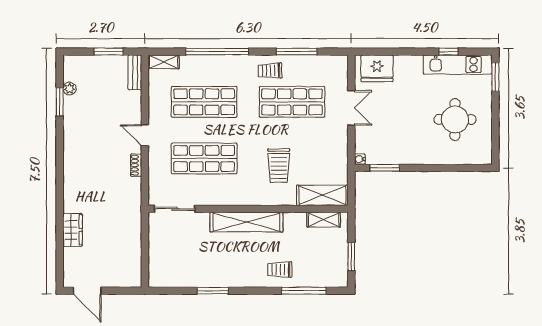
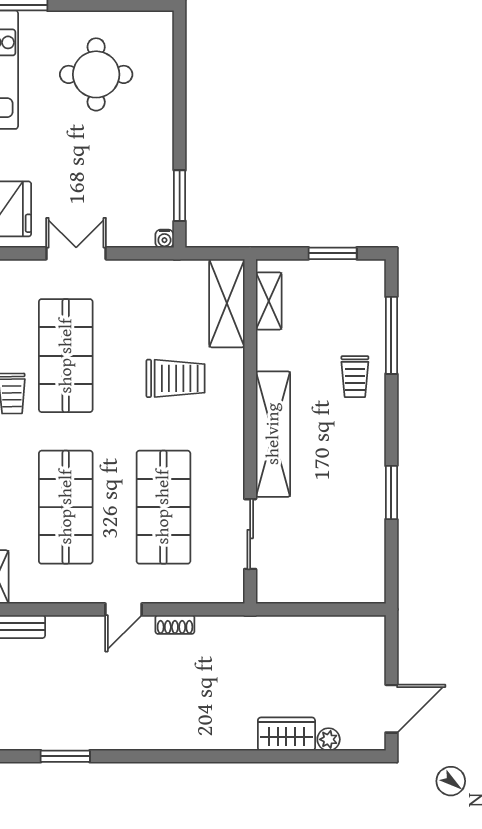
plant: (69, 89) -> (329, 739), moved
sliding door: (175, 209) -> (250, 534), moved

